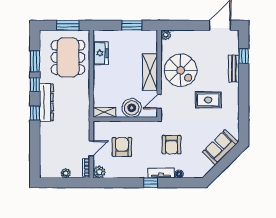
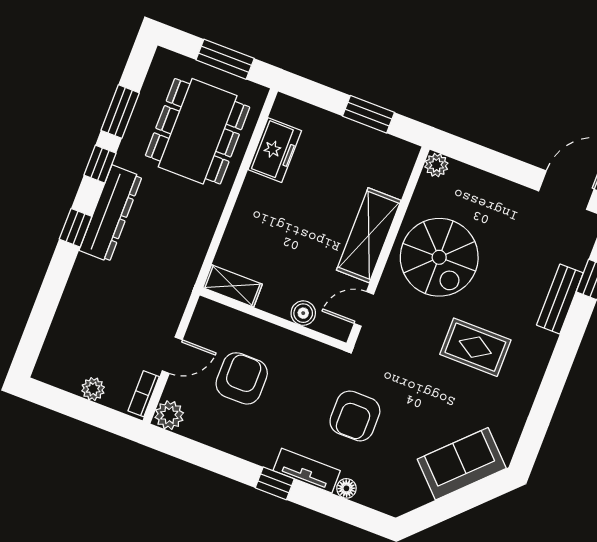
boiler: (132, 108) -> (303, 313), width x0.54, depth x0.54

